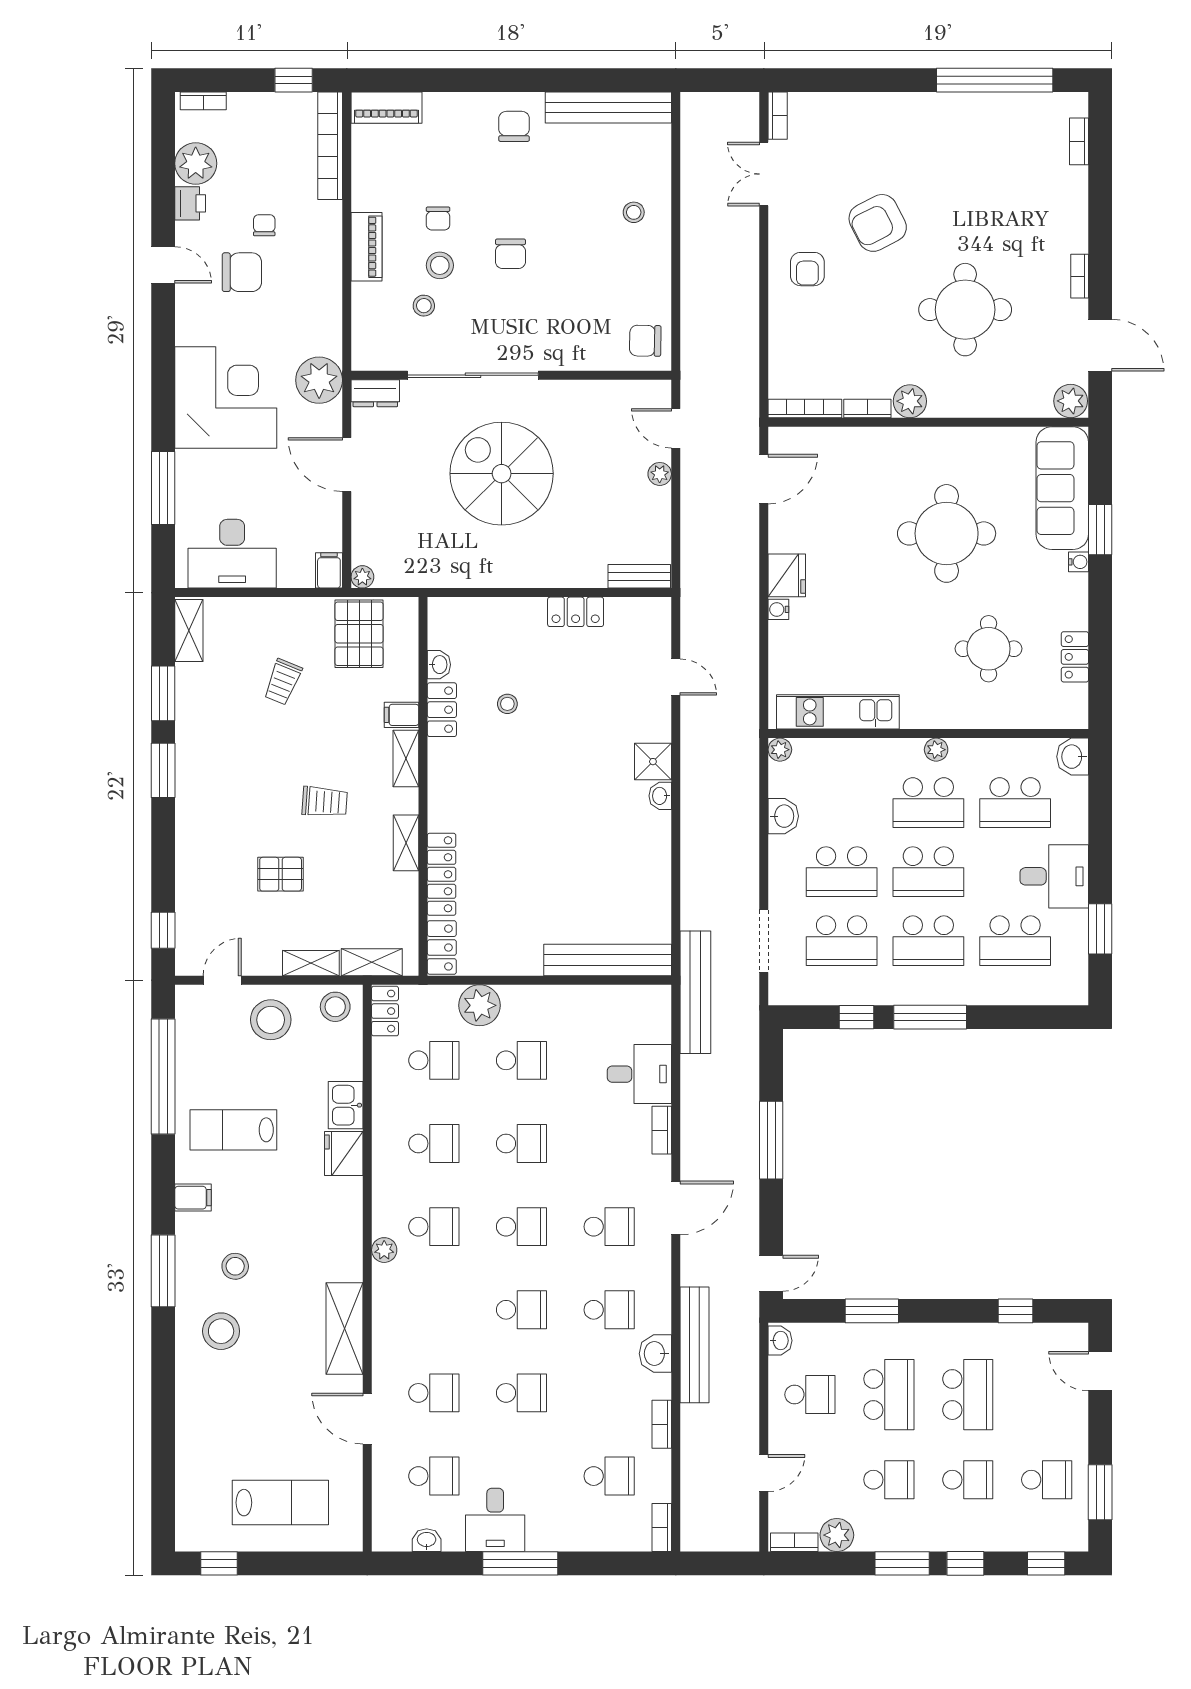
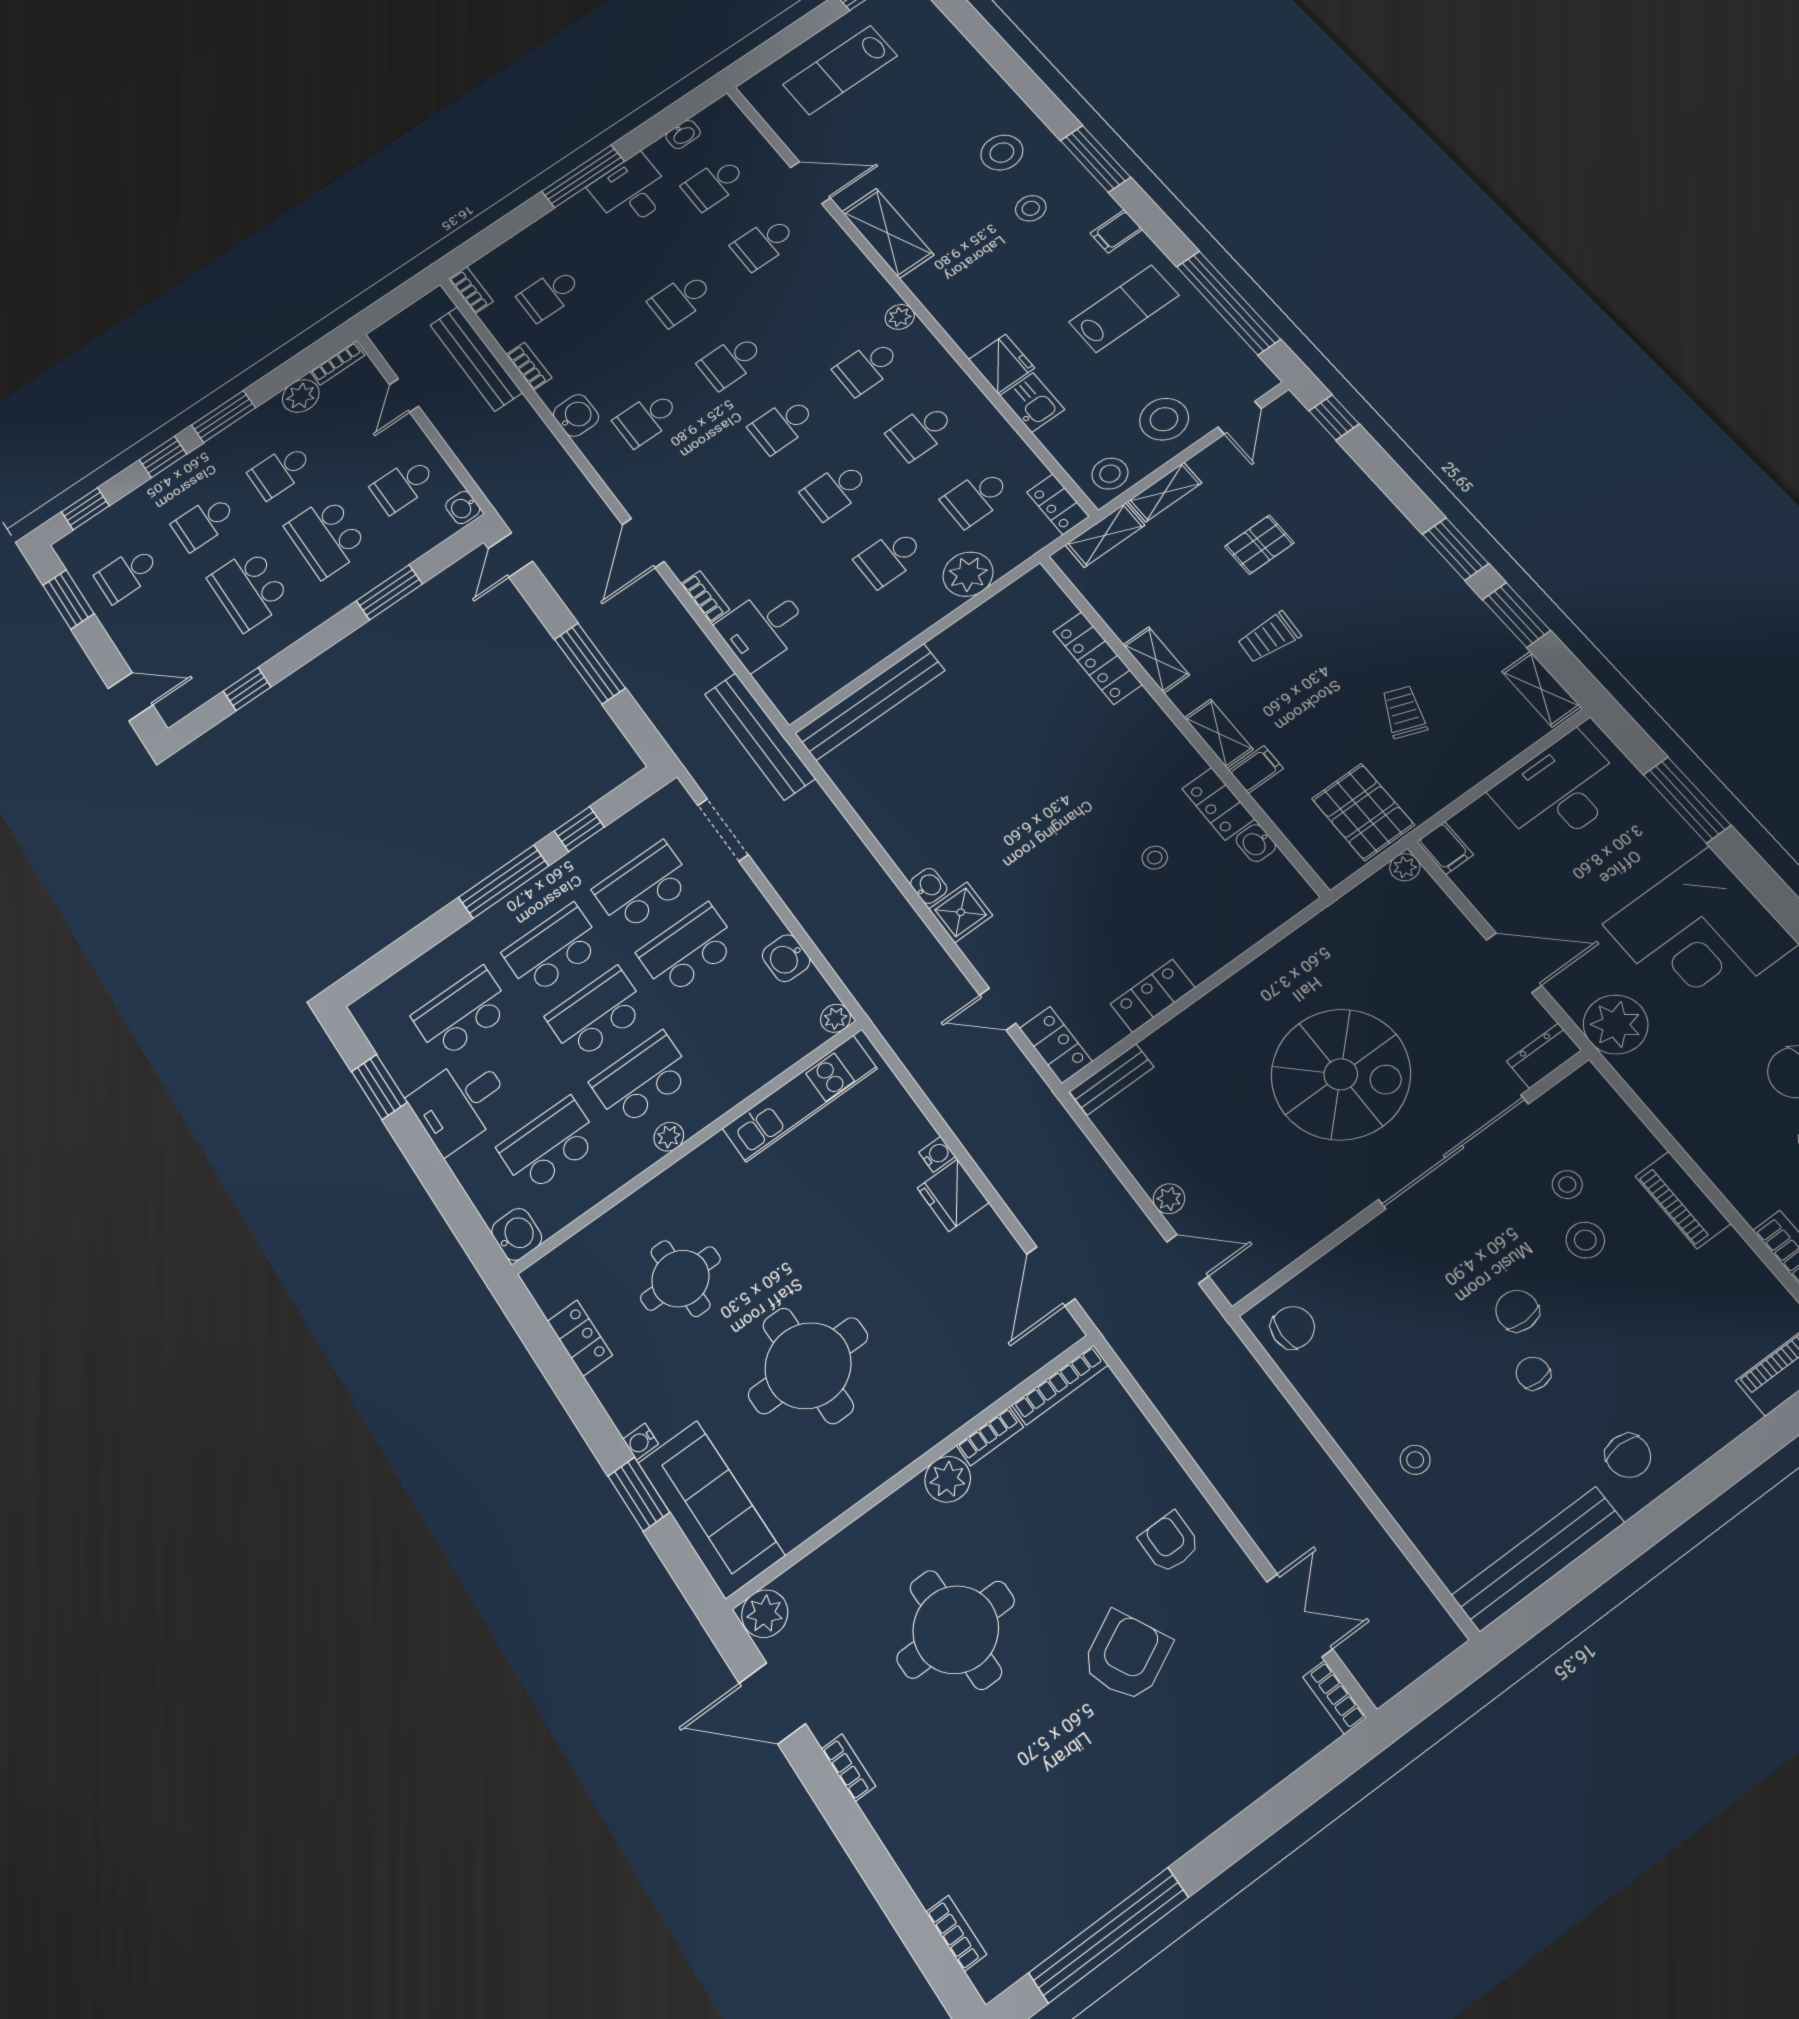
chair: (438, 219) -> (1533, 1373), moved
locker: (442, 948) -> (1056, 1045), moved, turned 180
school desk: (609, 1227) -> (697, 483), removed
bench: (695, 1345) -> (476, 359), moved

